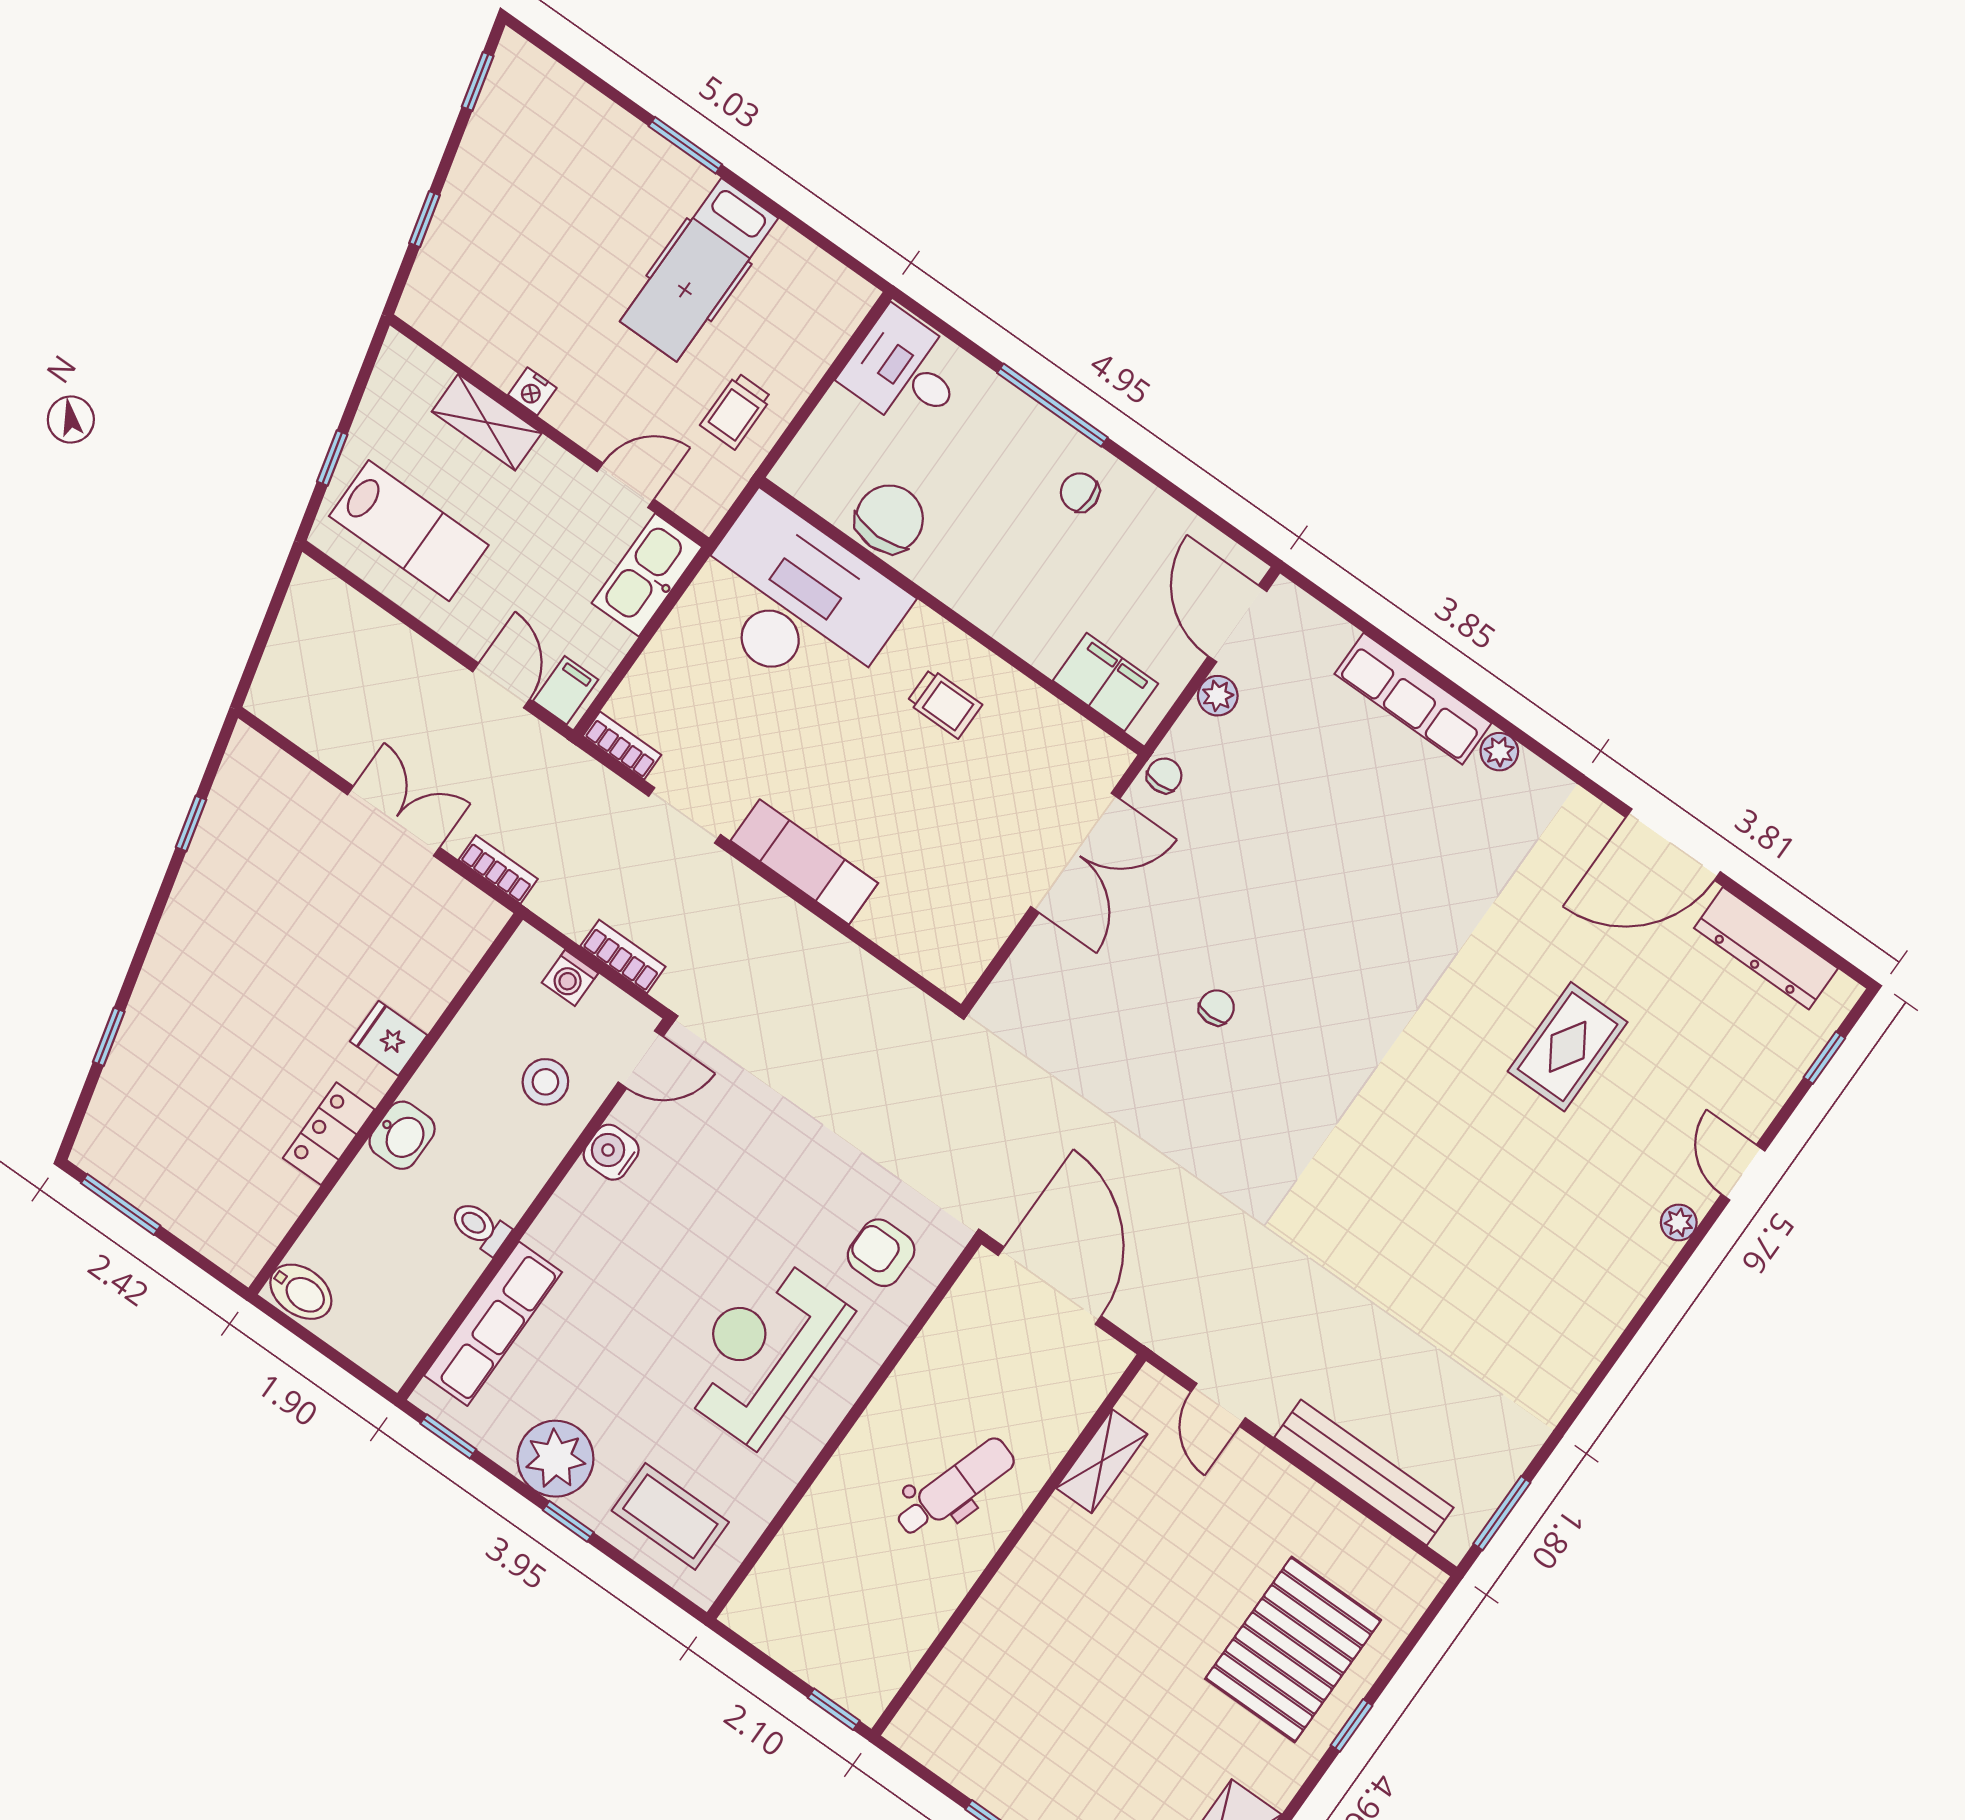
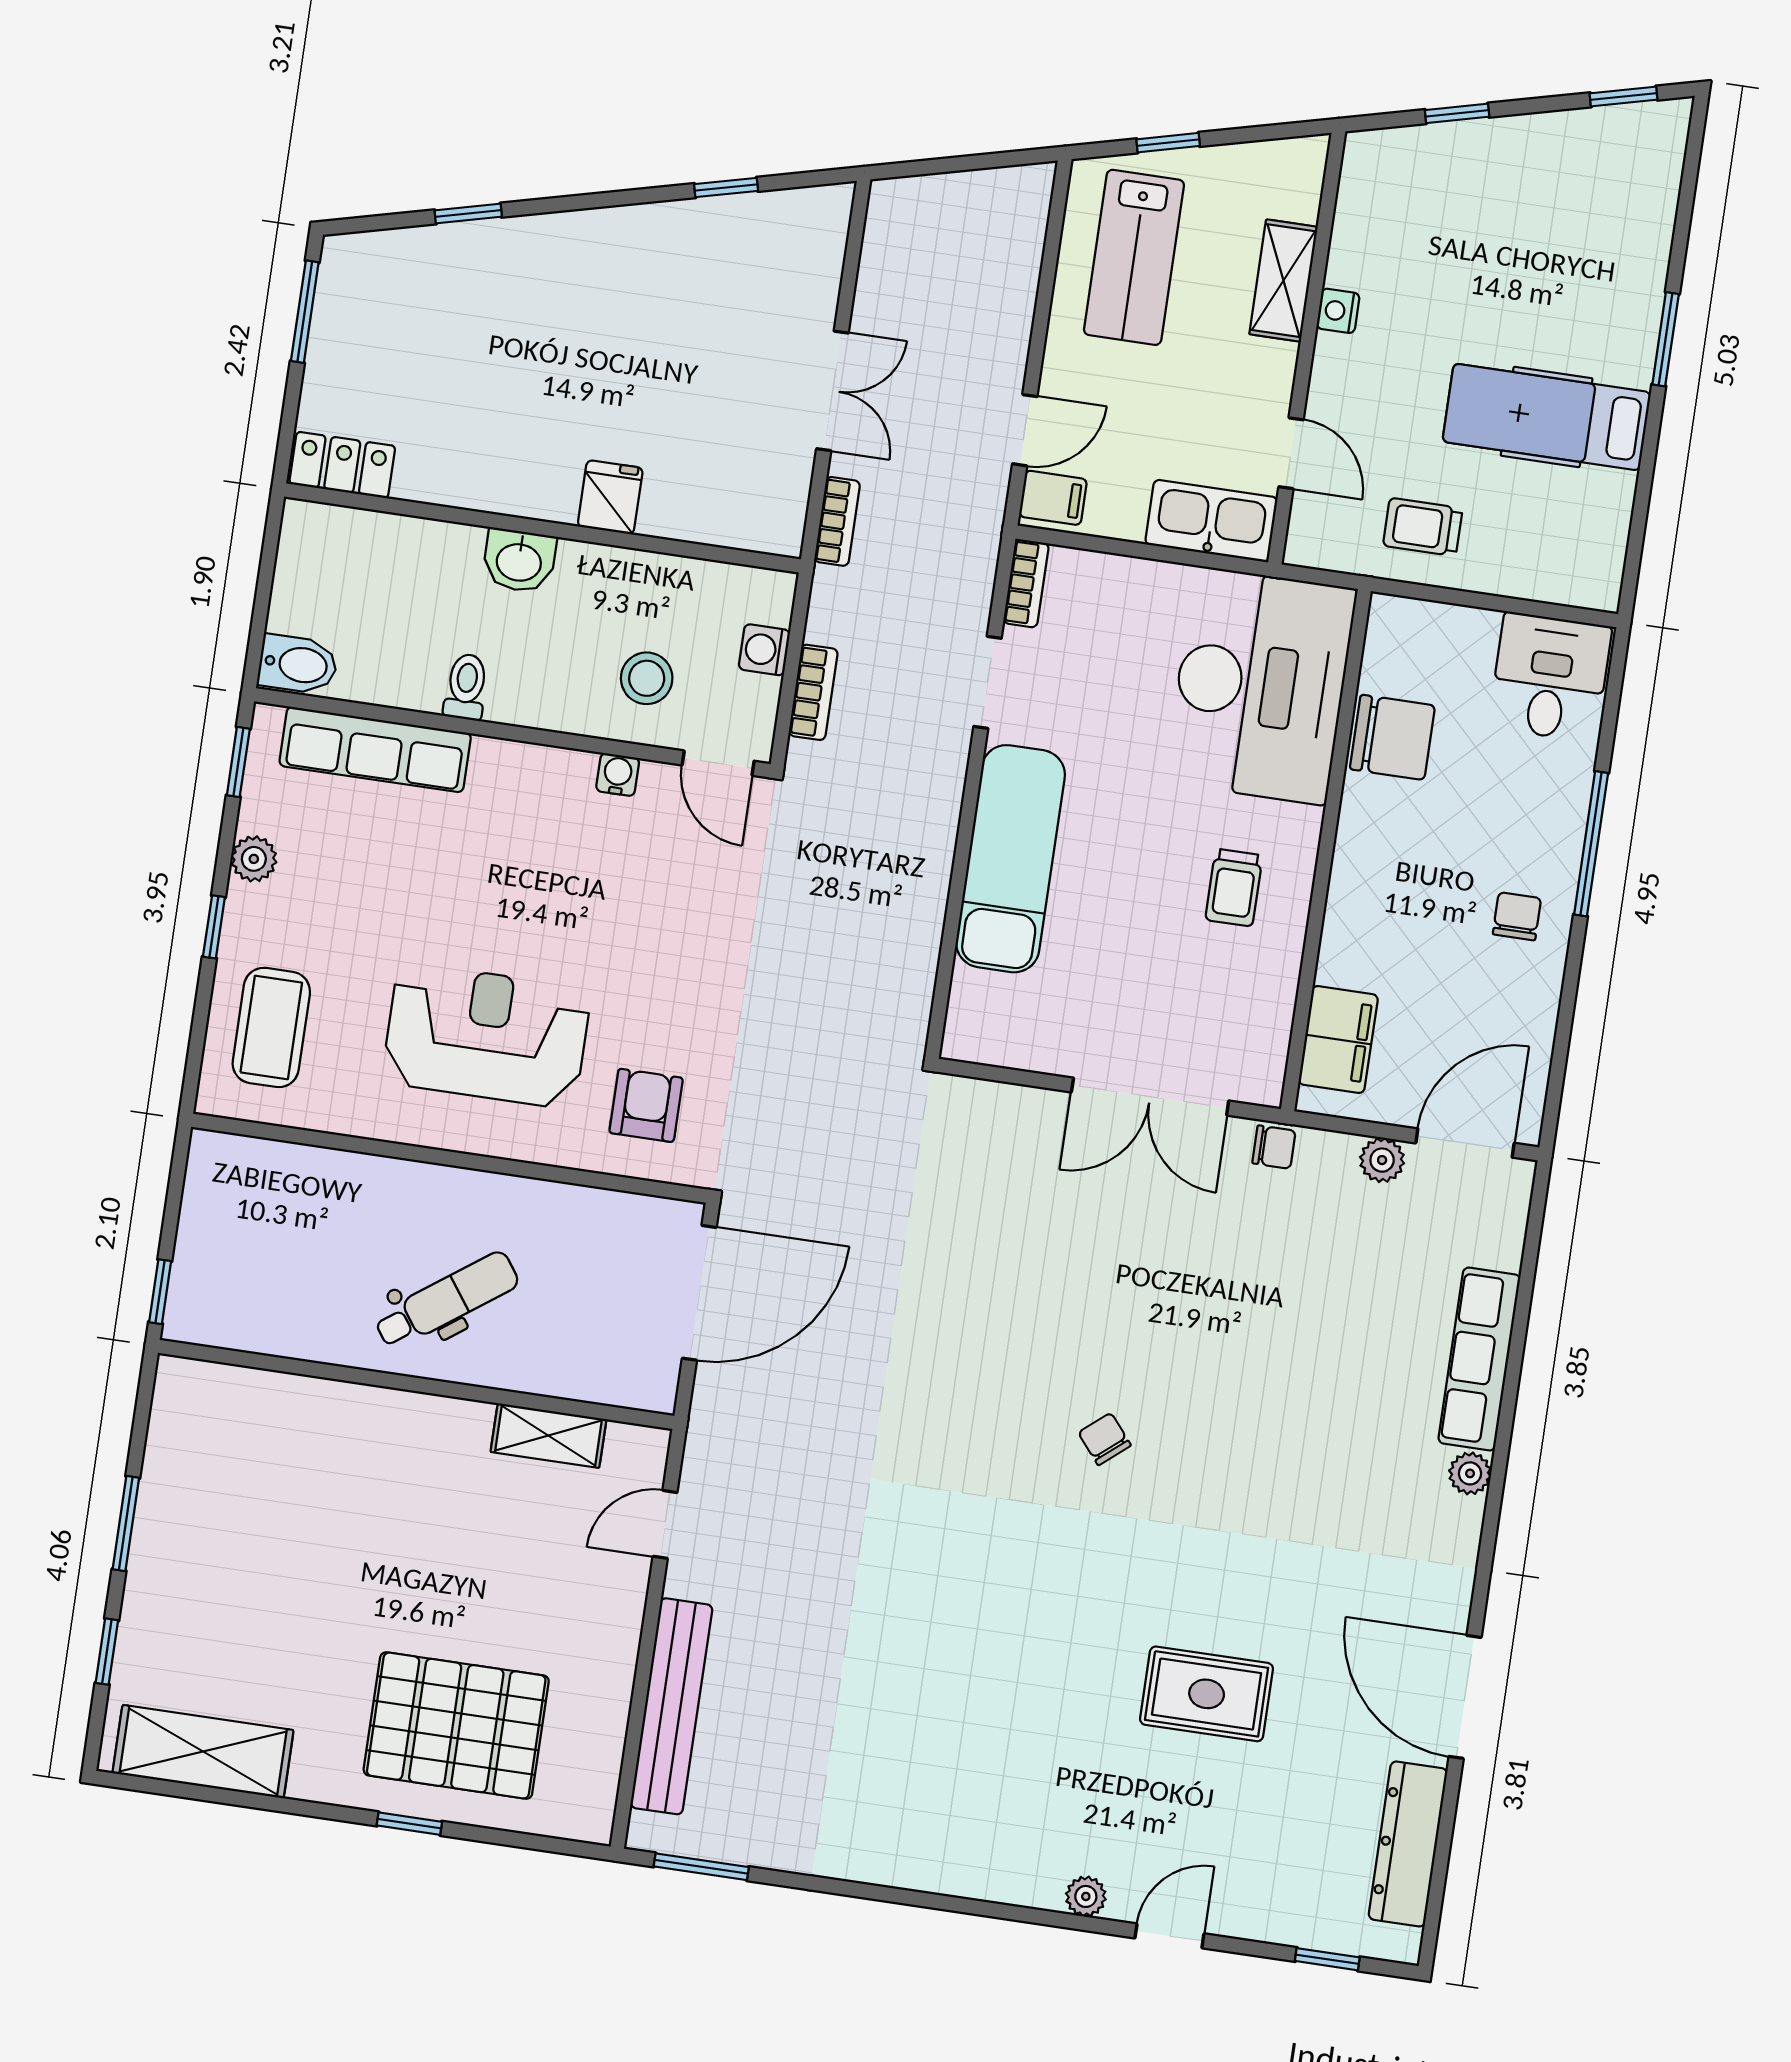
exam couch: (804, 862) -> (1010, 859), width x1.36, depth x1.45
chair: (1217, 1008) -> (1105, 1439), moved, turned -130
locker: (329, 1134) -> (342, 465), moved
water cooler: (611, 1152) -> (618, 775), width x0.72, depth x0.72
bidet: (301, 1292) -> (298, 664), moved, turned -90
plant: (555, 1459) -> (254, 859), width x0.53, depth x0.53
dental chair: (955, 1488) -> (446, 1301), turned -54

